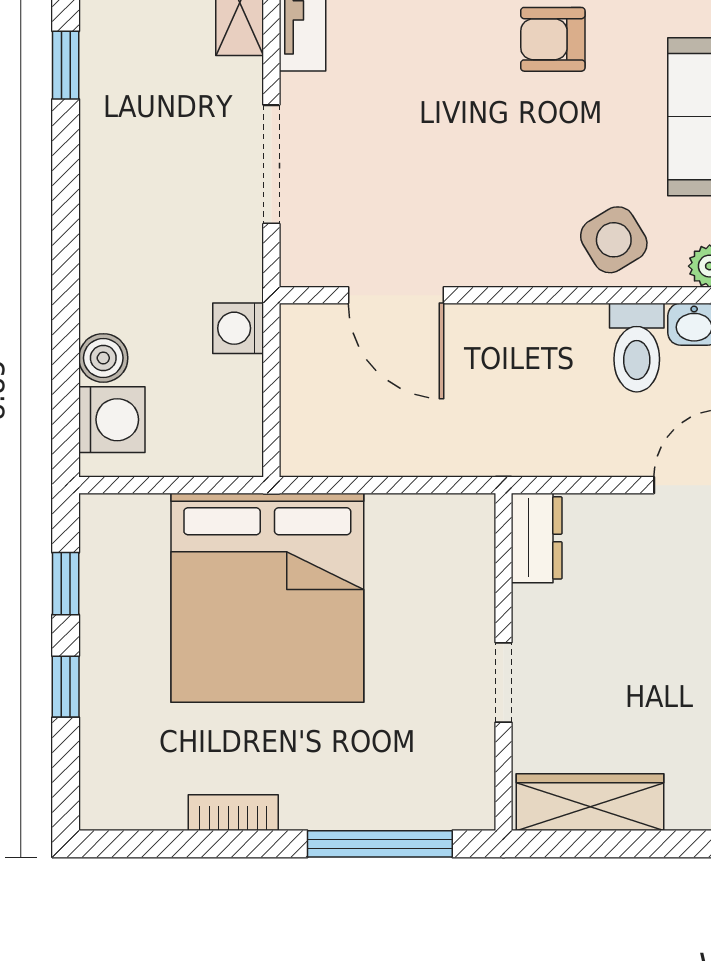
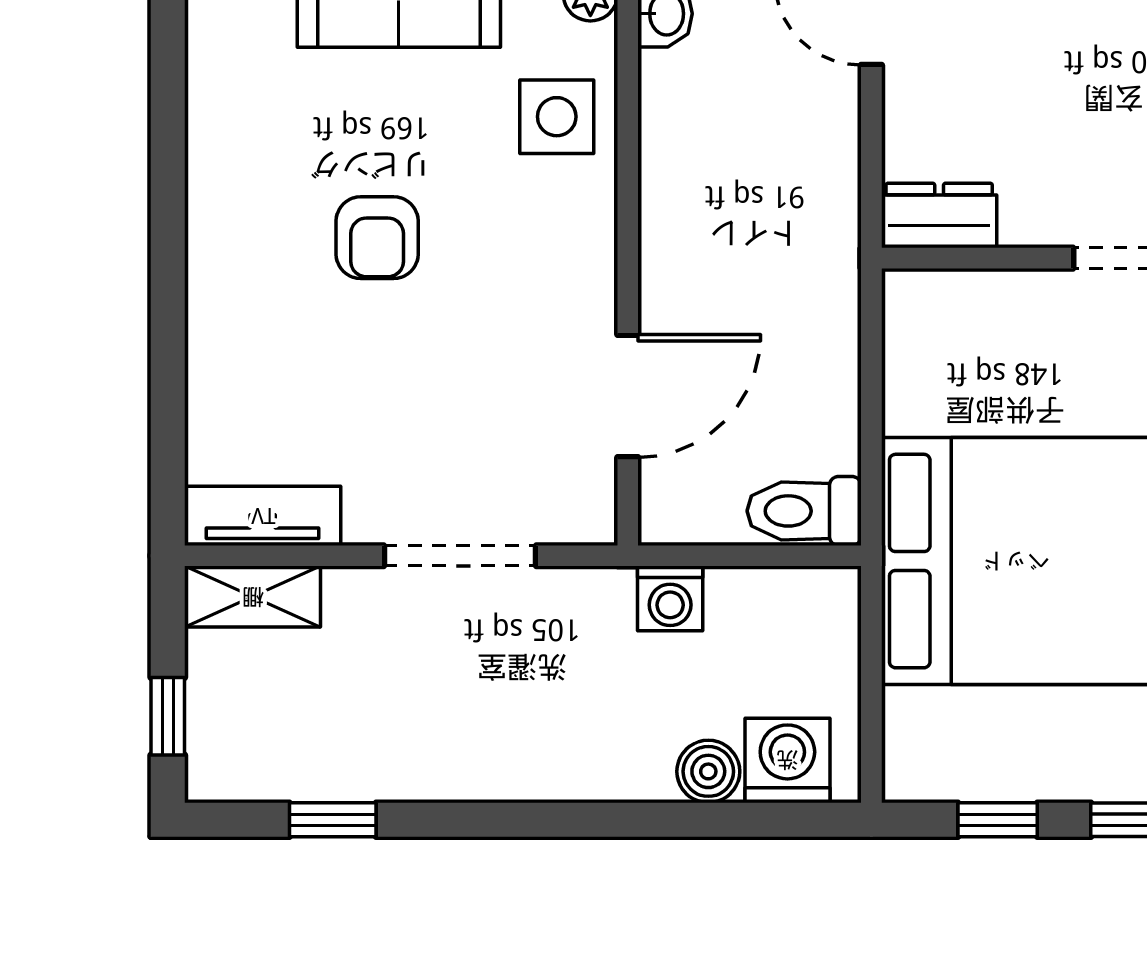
armchair: (553, 39) -> (377, 238), moved
side table: (614, 240) -> (557, 117), turned 31
toilet: (637, 348) -> (804, 511), moved, turned 180

